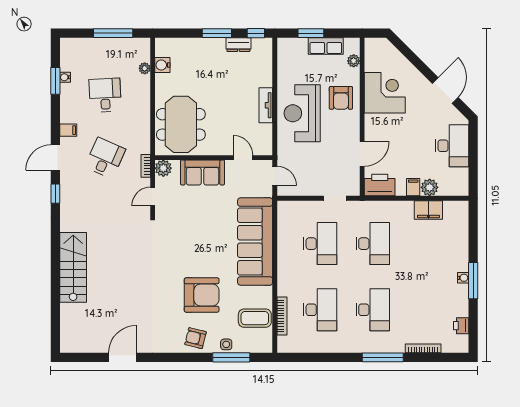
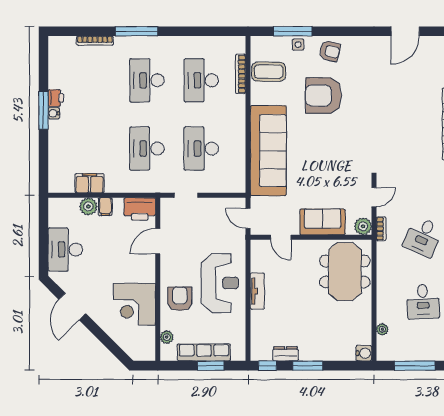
row of seats: (326, 46) -> (204, 352), width x1.48
water cooler: (162, 65) -> (364, 353), moved
printer: (461, 326) -> (56, 98), moved

